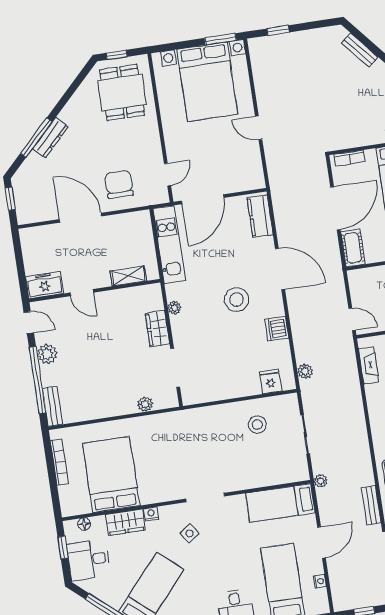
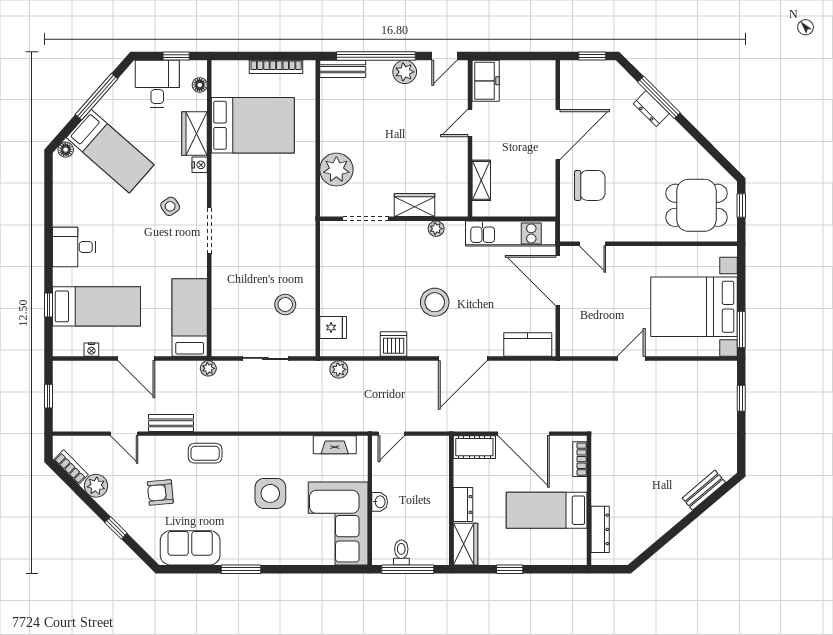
dresser: (50, 138) -> (651, 109), width x0.70
plant: (145, 404) -> (336, 170), width x1.88, depth x1.88

